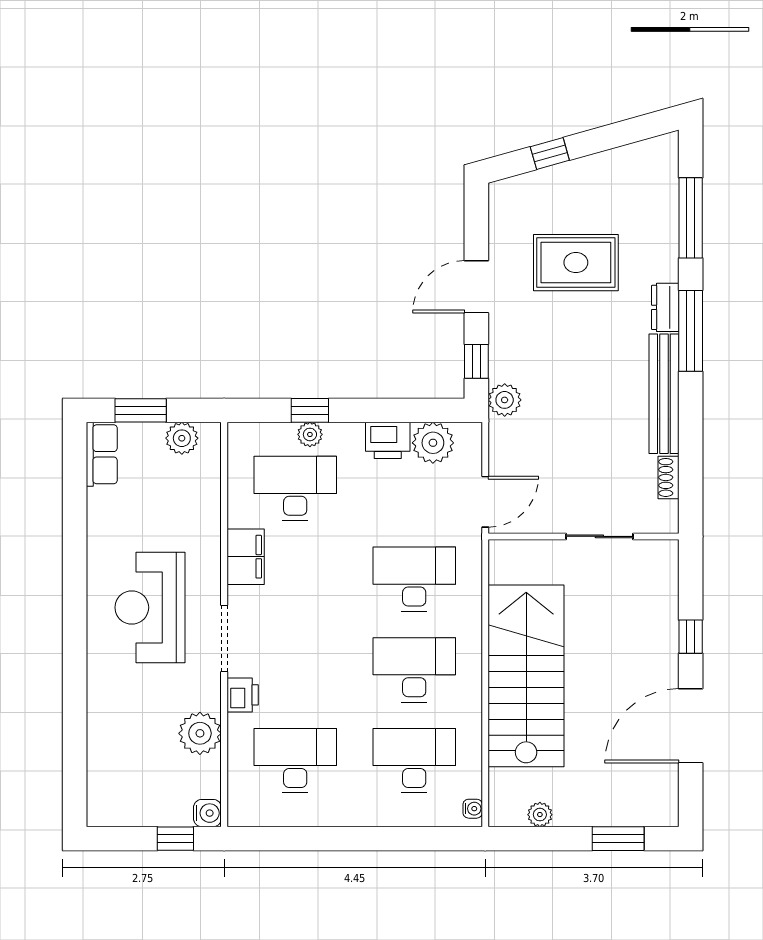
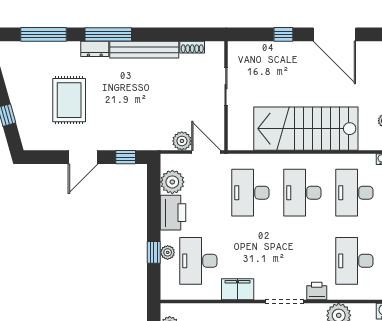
door: (476, 287) -> (83, 157), hinge flipped
plant: (505, 400) -> (182, 141), moved
printer: (388, 440) -> (173, 213), width x1.37, depth x1.19

